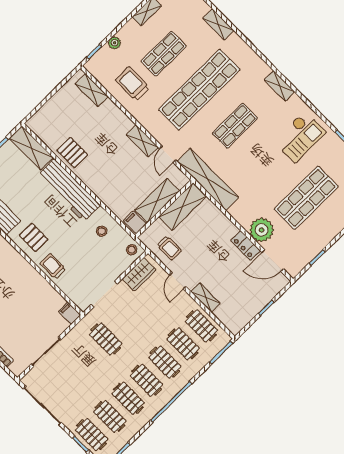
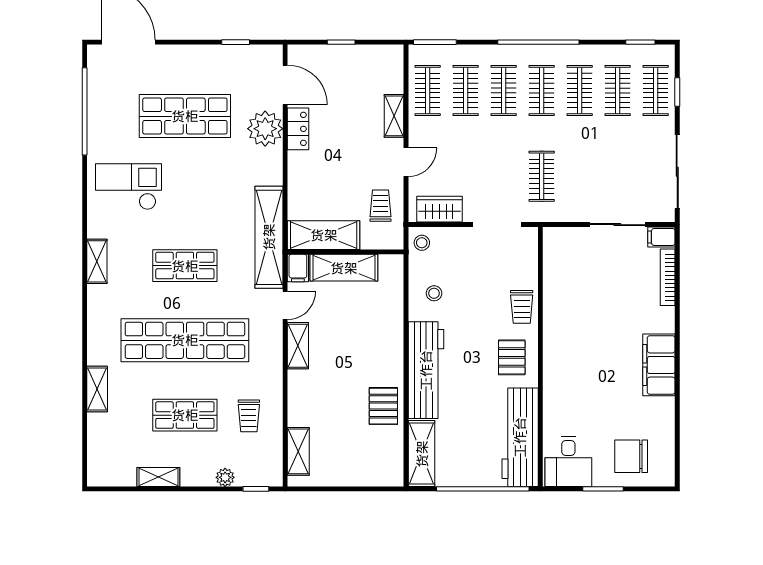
trolley: (132, 84) -> (249, 416), width x0.73, depth x0.72
filing cabinet: (135, 222) -> (298, 268), moved
filing cabinet: (70, 313) -> (661, 237), moved, turned 90

